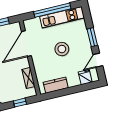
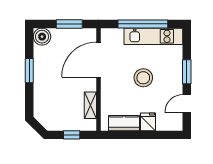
fridge: (85, 77) -> (148, 122), moved

